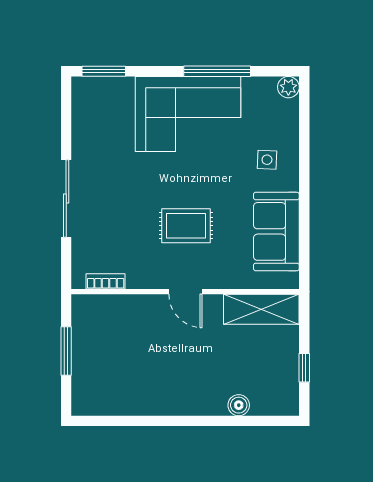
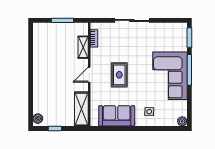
window: (217, 71) -> (189, 70), moved
shelving: (125, 305) -> (83, 47), added
boiler: (239, 405) -> (38, 119), moved

